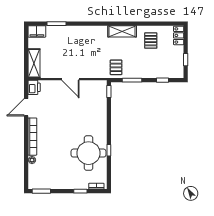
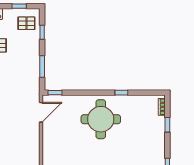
pallet: (116, 67) -> (26, 23), moved
door: (70, 79) -> (41, 112), moved
round table: (88, 153) -> (101, 119), moved

